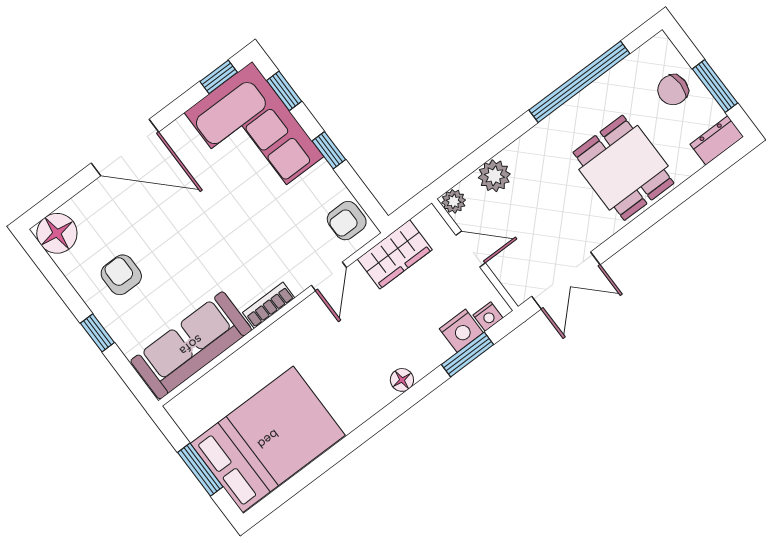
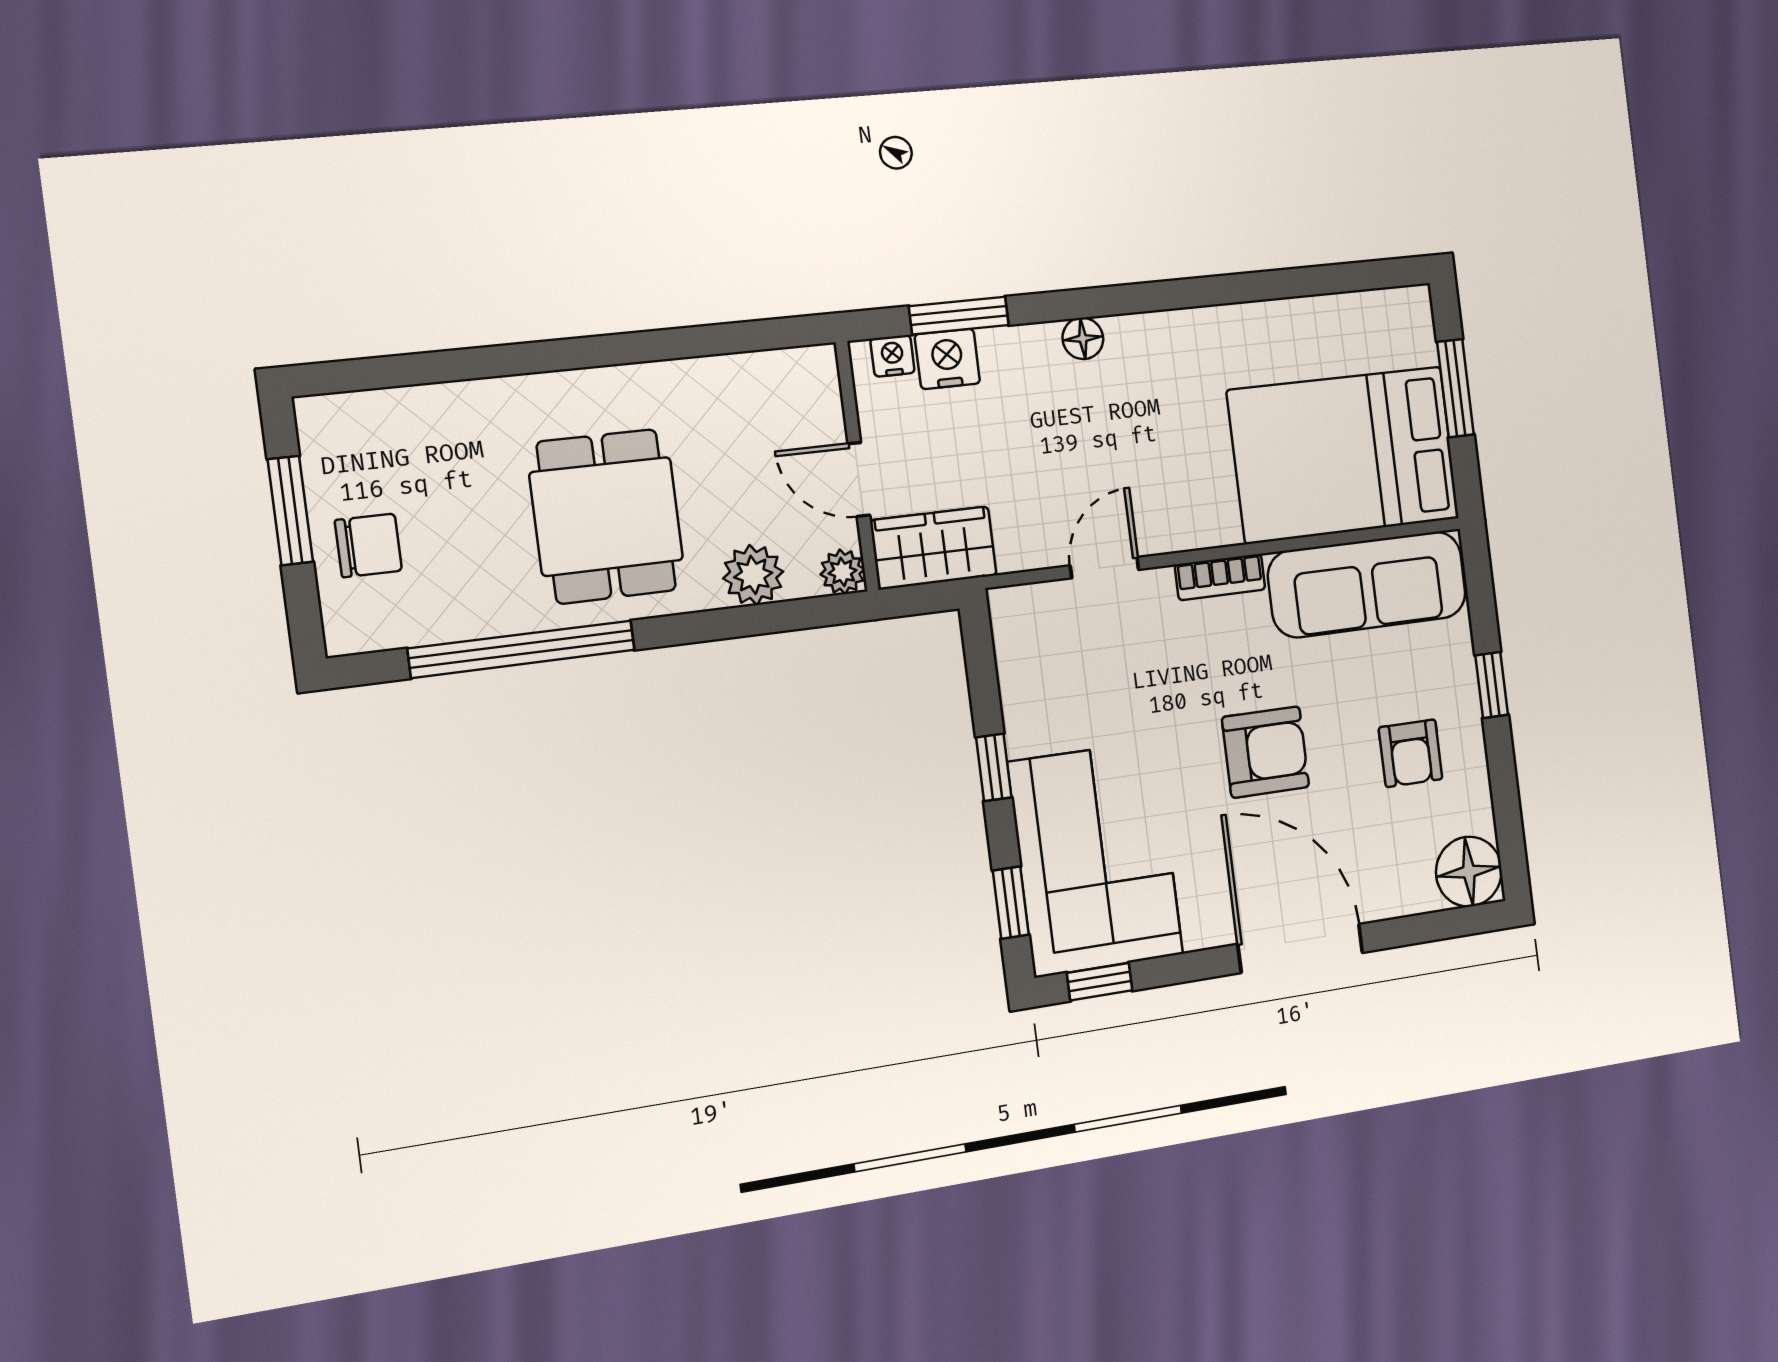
dresser: (717, 140) -> (342, 417), removed
dining table: (623, 168) -> (606, 516), moved
armchair: (347, 221) -> (1265, 752), moved, width x1.38, depth x1.38
wardrobe: (395, 254) -> (933, 548), moved
double door: (566, 280) -> (734, 338), removed
bed: (268, 439) -> (1344, 455), moved

